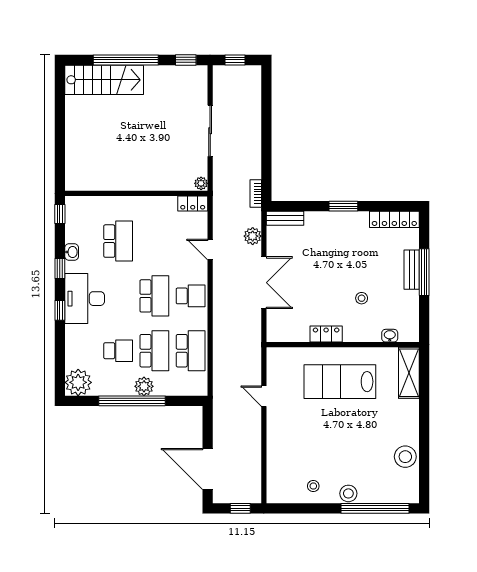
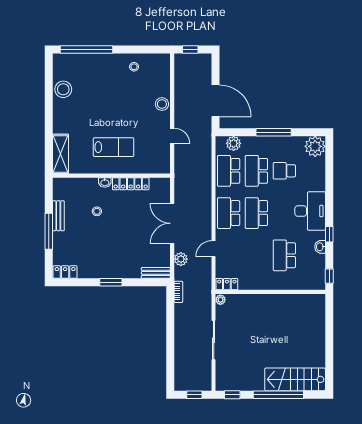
locker: (394, 219) -> (65, 272), width x0.66
door: (210, 250) -> (214, 249), swing flipped
bench: (412, 270) -> (58, 216), moved
school desk: (191, 296) -> (229, 213), width x1.85
window: (60, 310) -> (329, 202), removed
locker: (326, 334) -> (131, 184), width x1.53
washbasin: (390, 336) -> (105, 182), moved
lab bench: (340, 382) -> (114, 147), width x0.73, depth x0.72
plant: (144, 386) -> (234, 143), moved
window: (132, 401) -> (274, 132), width x0.68
door: (208, 469) -> (215, 101), moved
stool: (348, 493) -> (162, 104), moved

